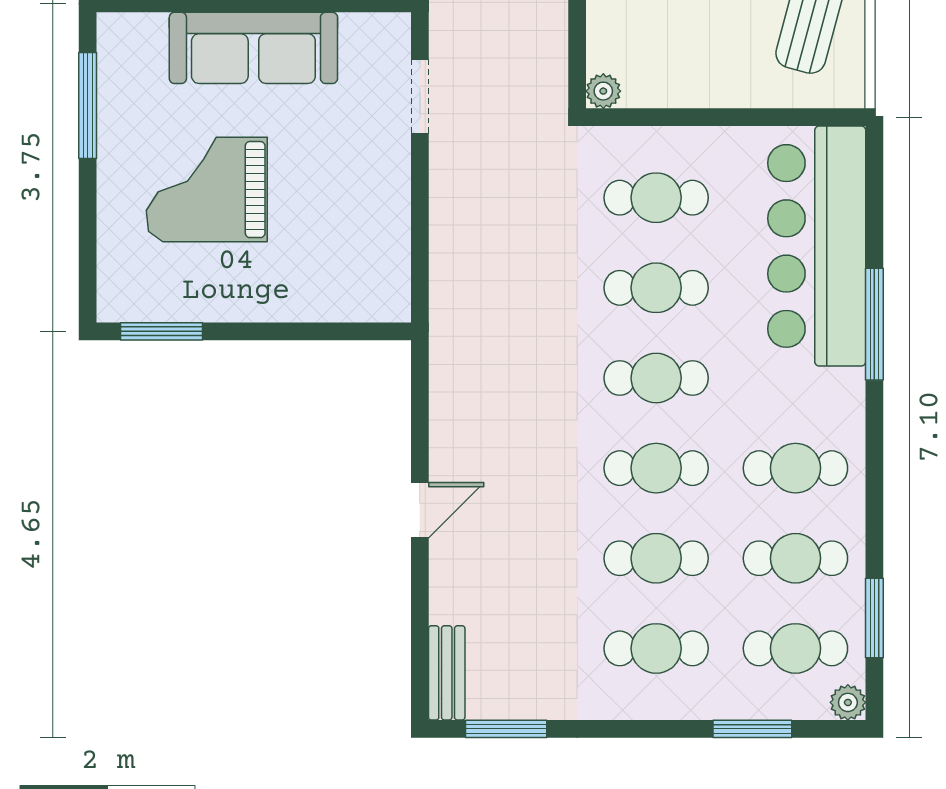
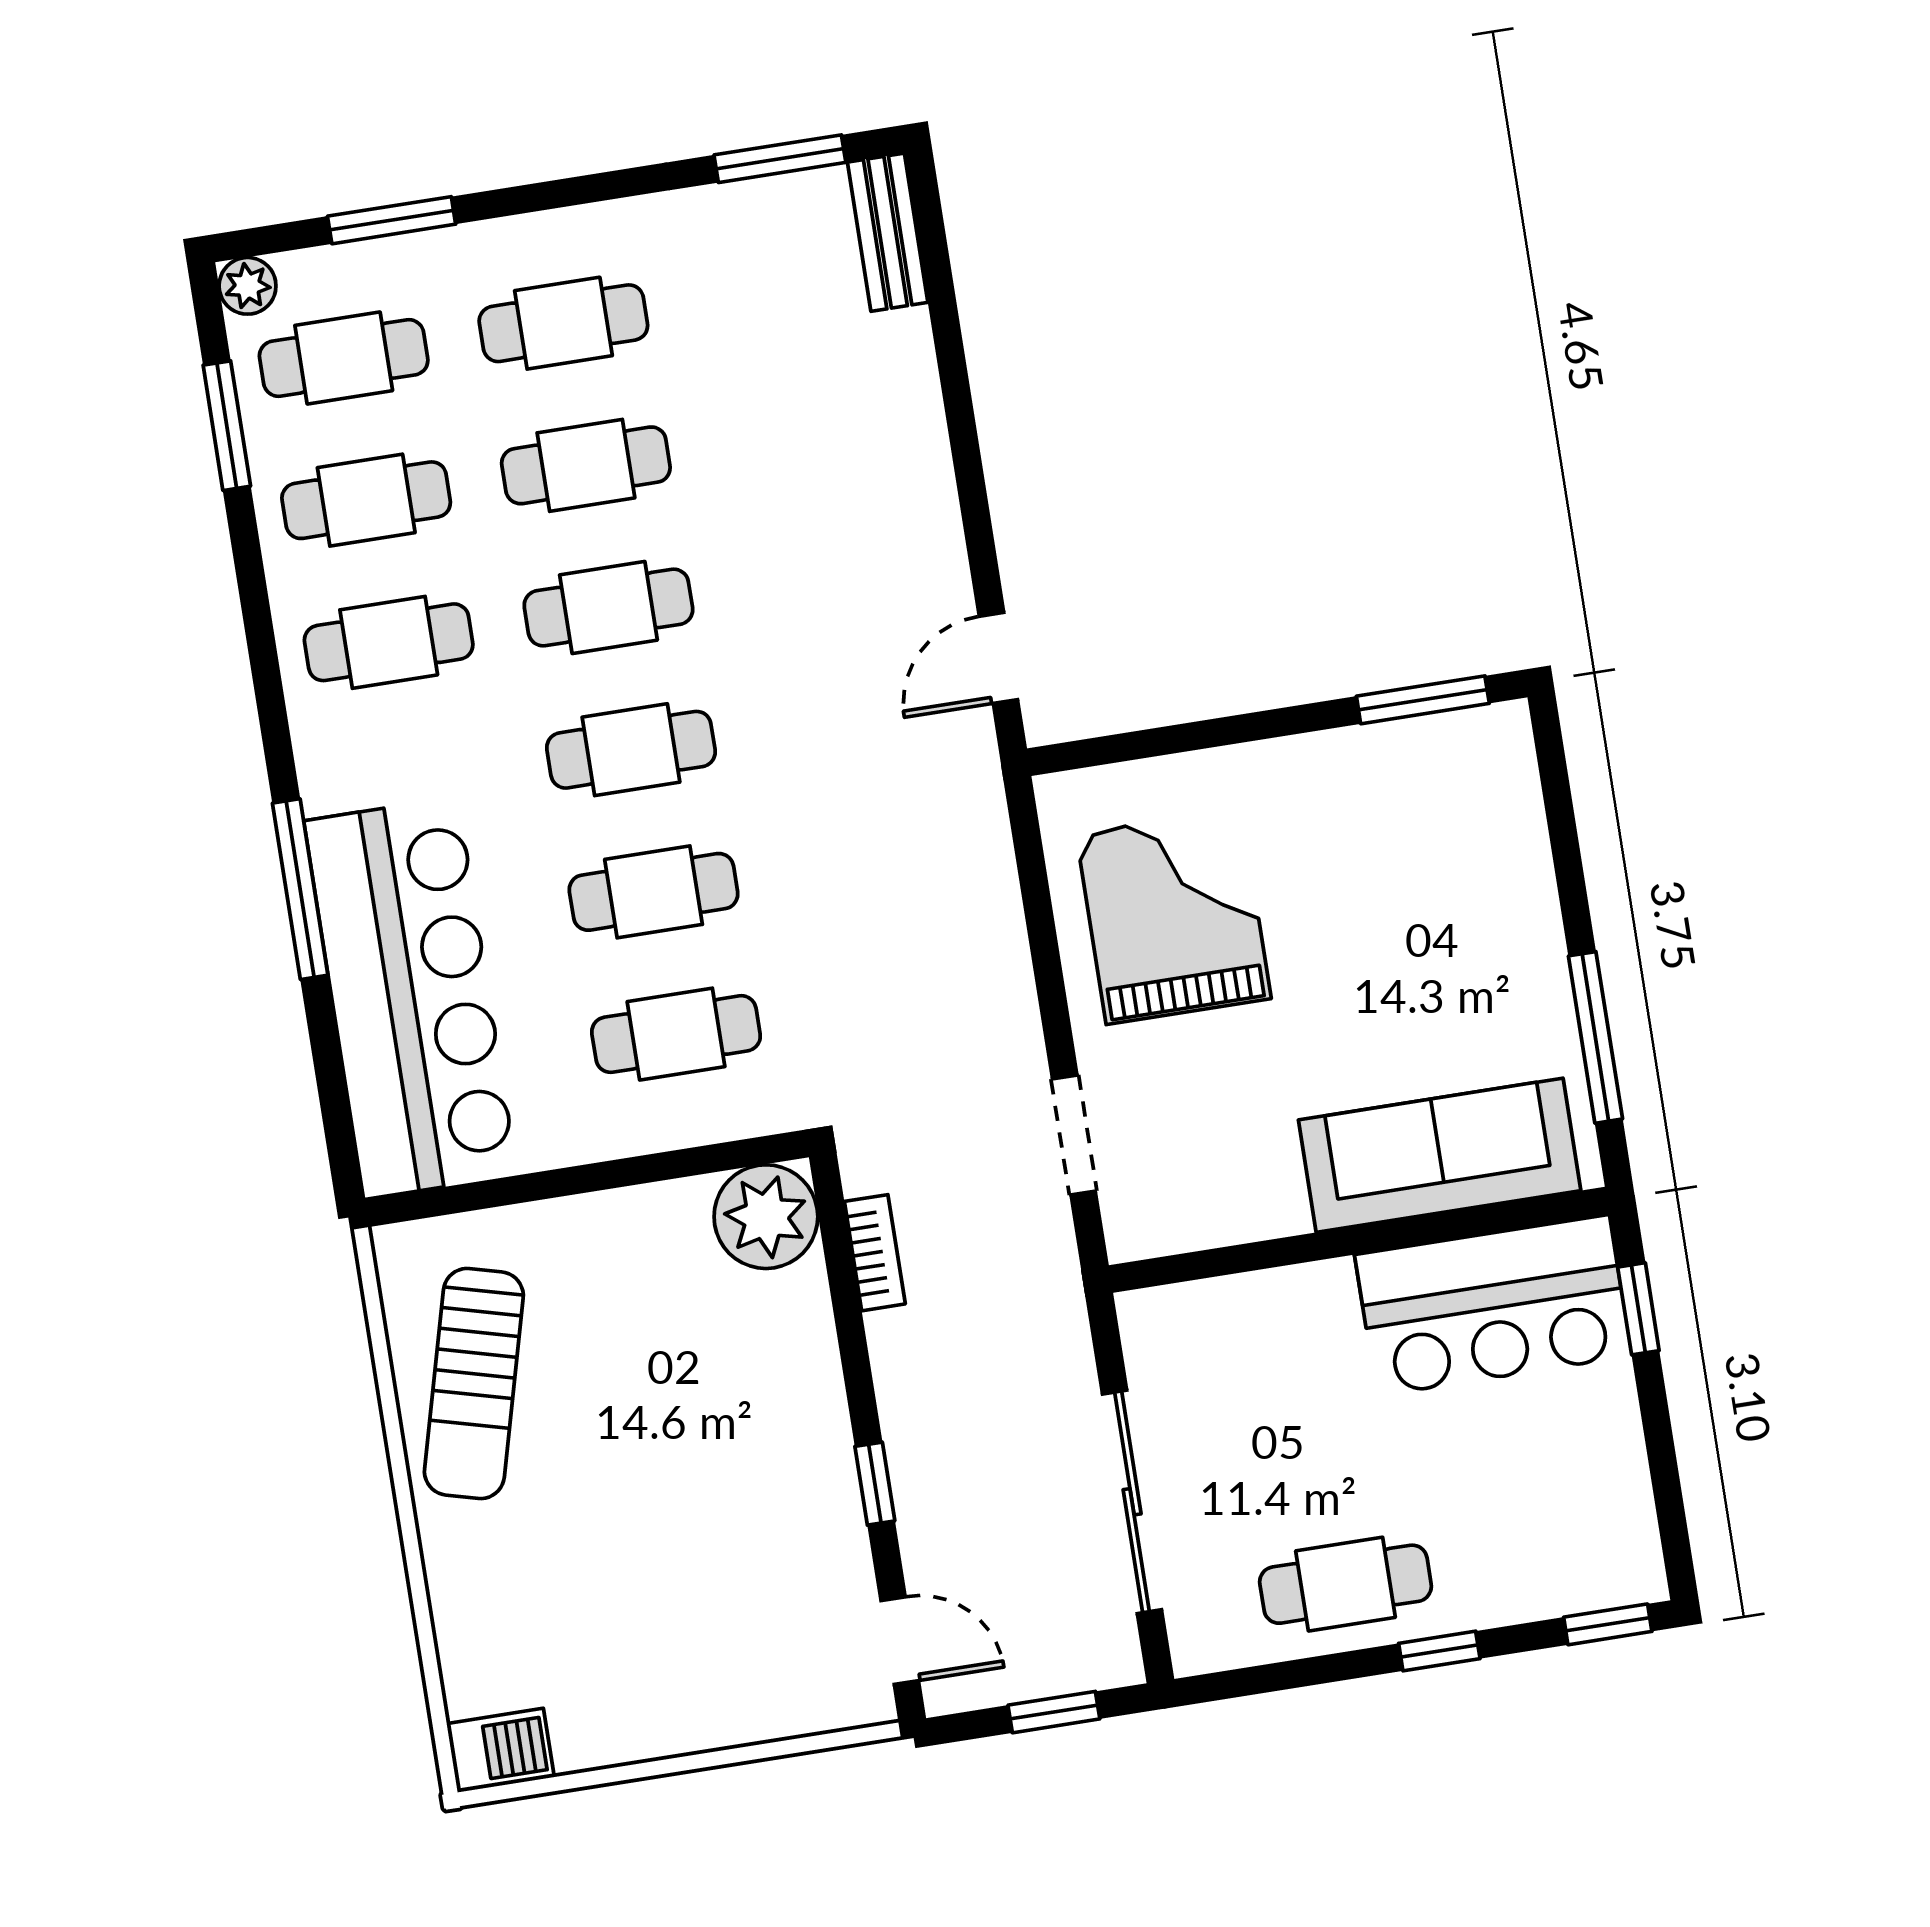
bookcase: (555, 43) -> (875, 1253), added
sofa: (253, 48) -> (1440, 1155), moved
plant: (603, 91) -> (766, 1217), width x1.87, depth x1.87
grand piano: (207, 190) -> (1174, 916), moved, turned -90
door: (420, 510) -> (998, 658), moved

